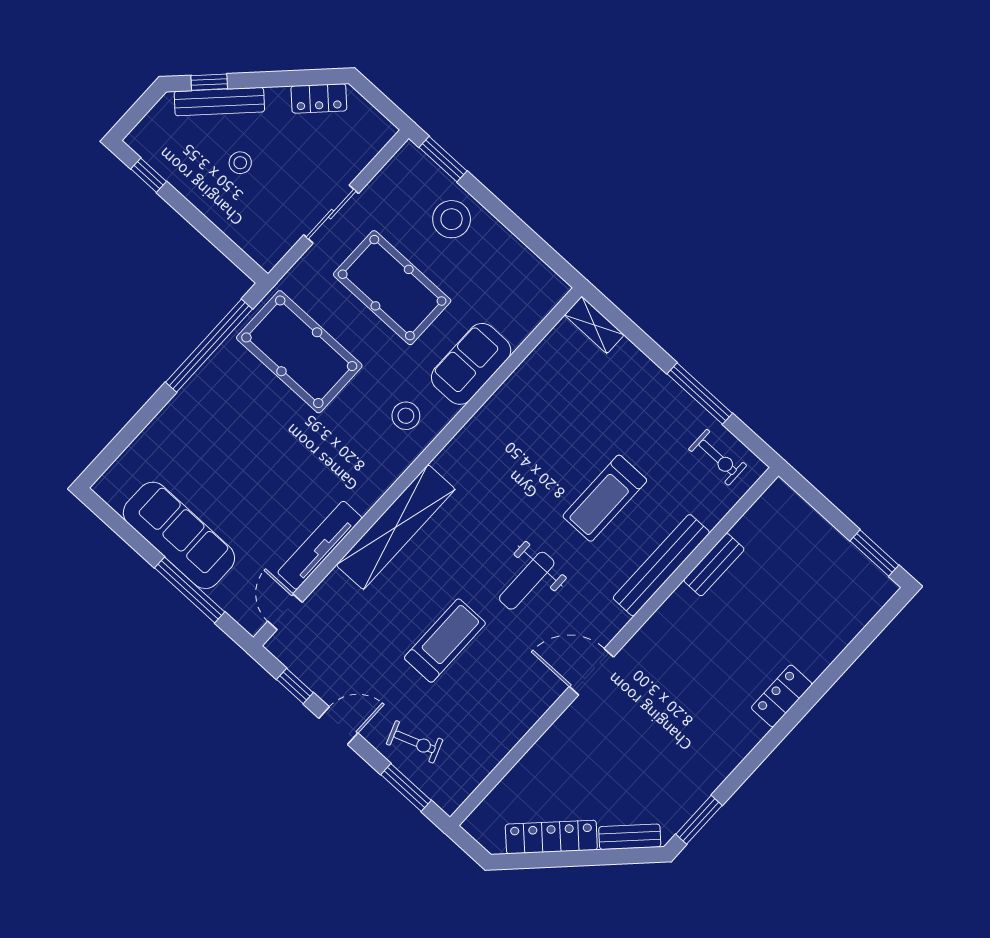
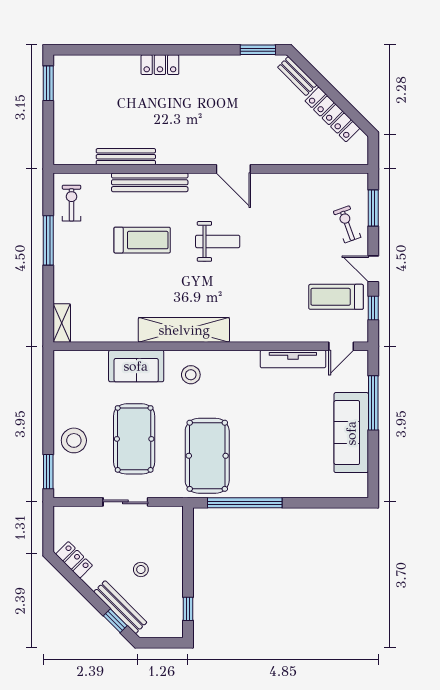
shelving: (396, 527) -> (184, 330), moved
bench: (714, 565) -> (126, 157), width x1.36
treadmill: (445, 641) -> (336, 297), moved

